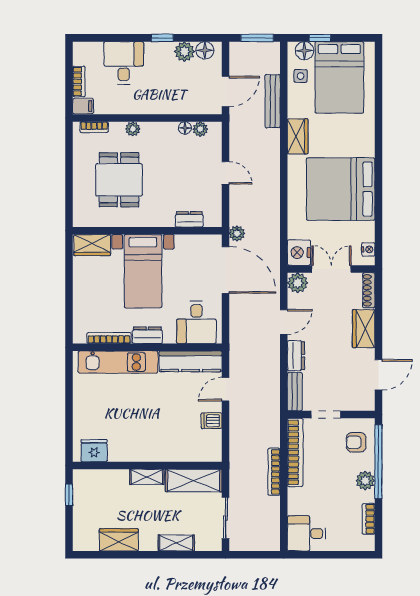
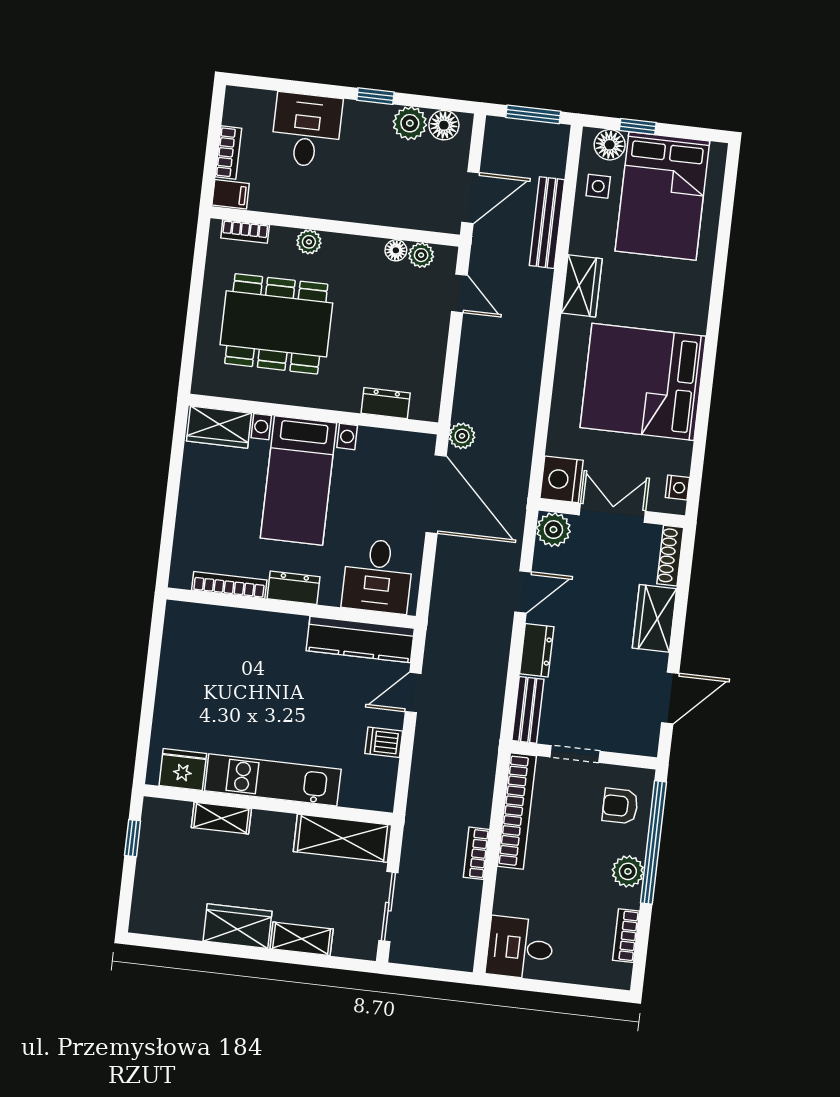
door: (226, 173) -> (459, 293), moved
dining table: (119, 180) -> (276, 324), width x1.38
kitchen unit: (118, 362) -> (273, 780), moved, turned 180
bookcase: (274, 472) -> (476, 853), width x0.64
shelving: (147, 477) -> (221, 818), moved
wardrobe: (119, 540) -> (238, 926), moved

